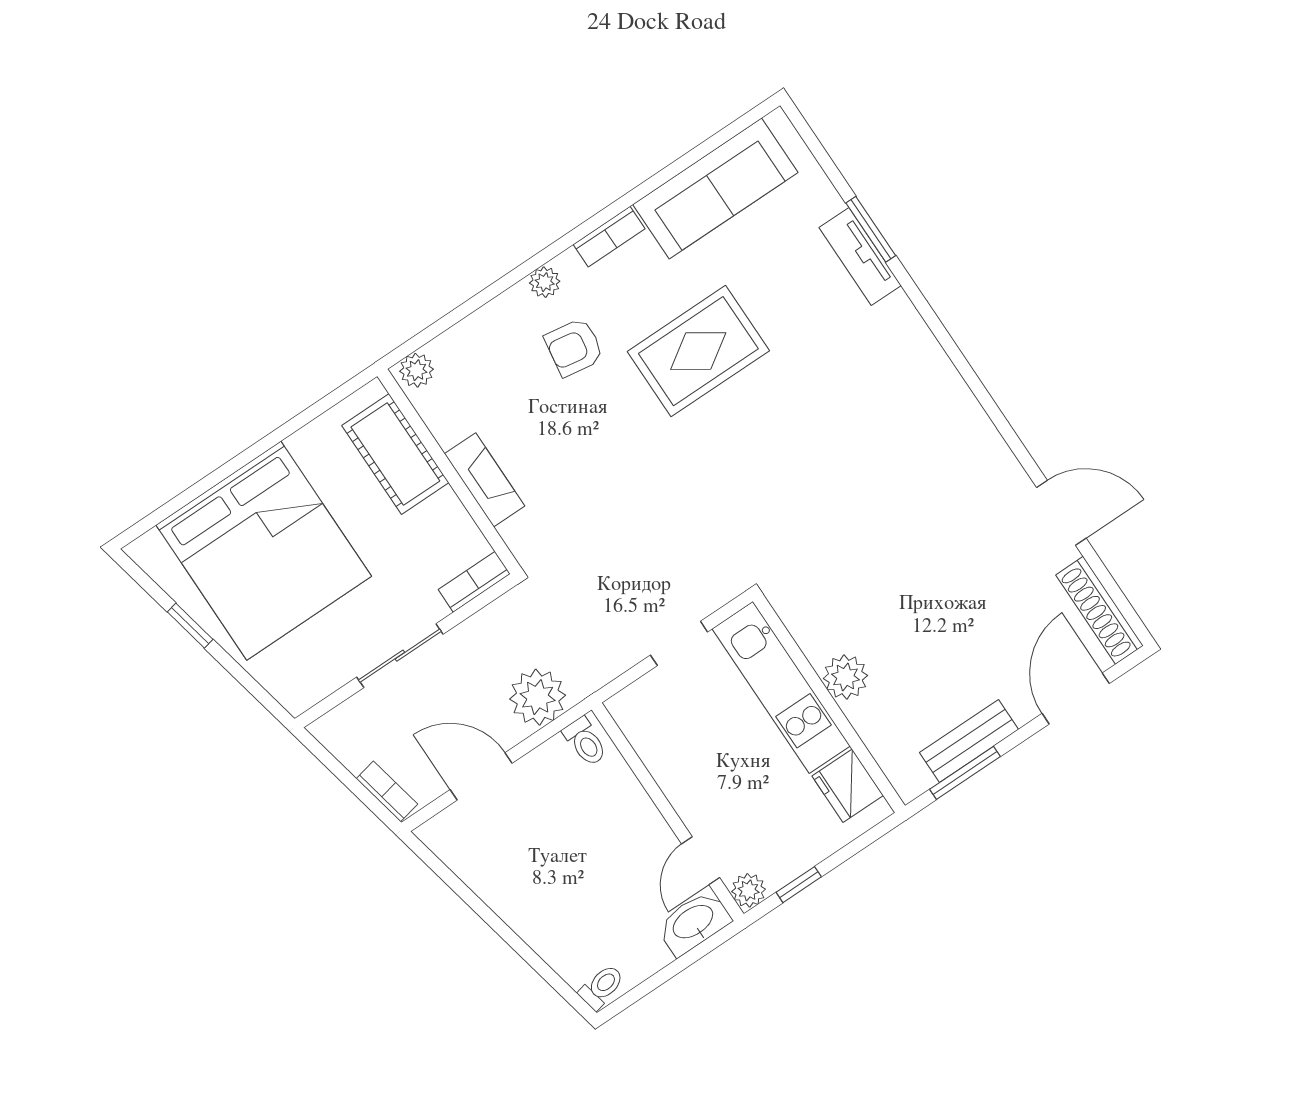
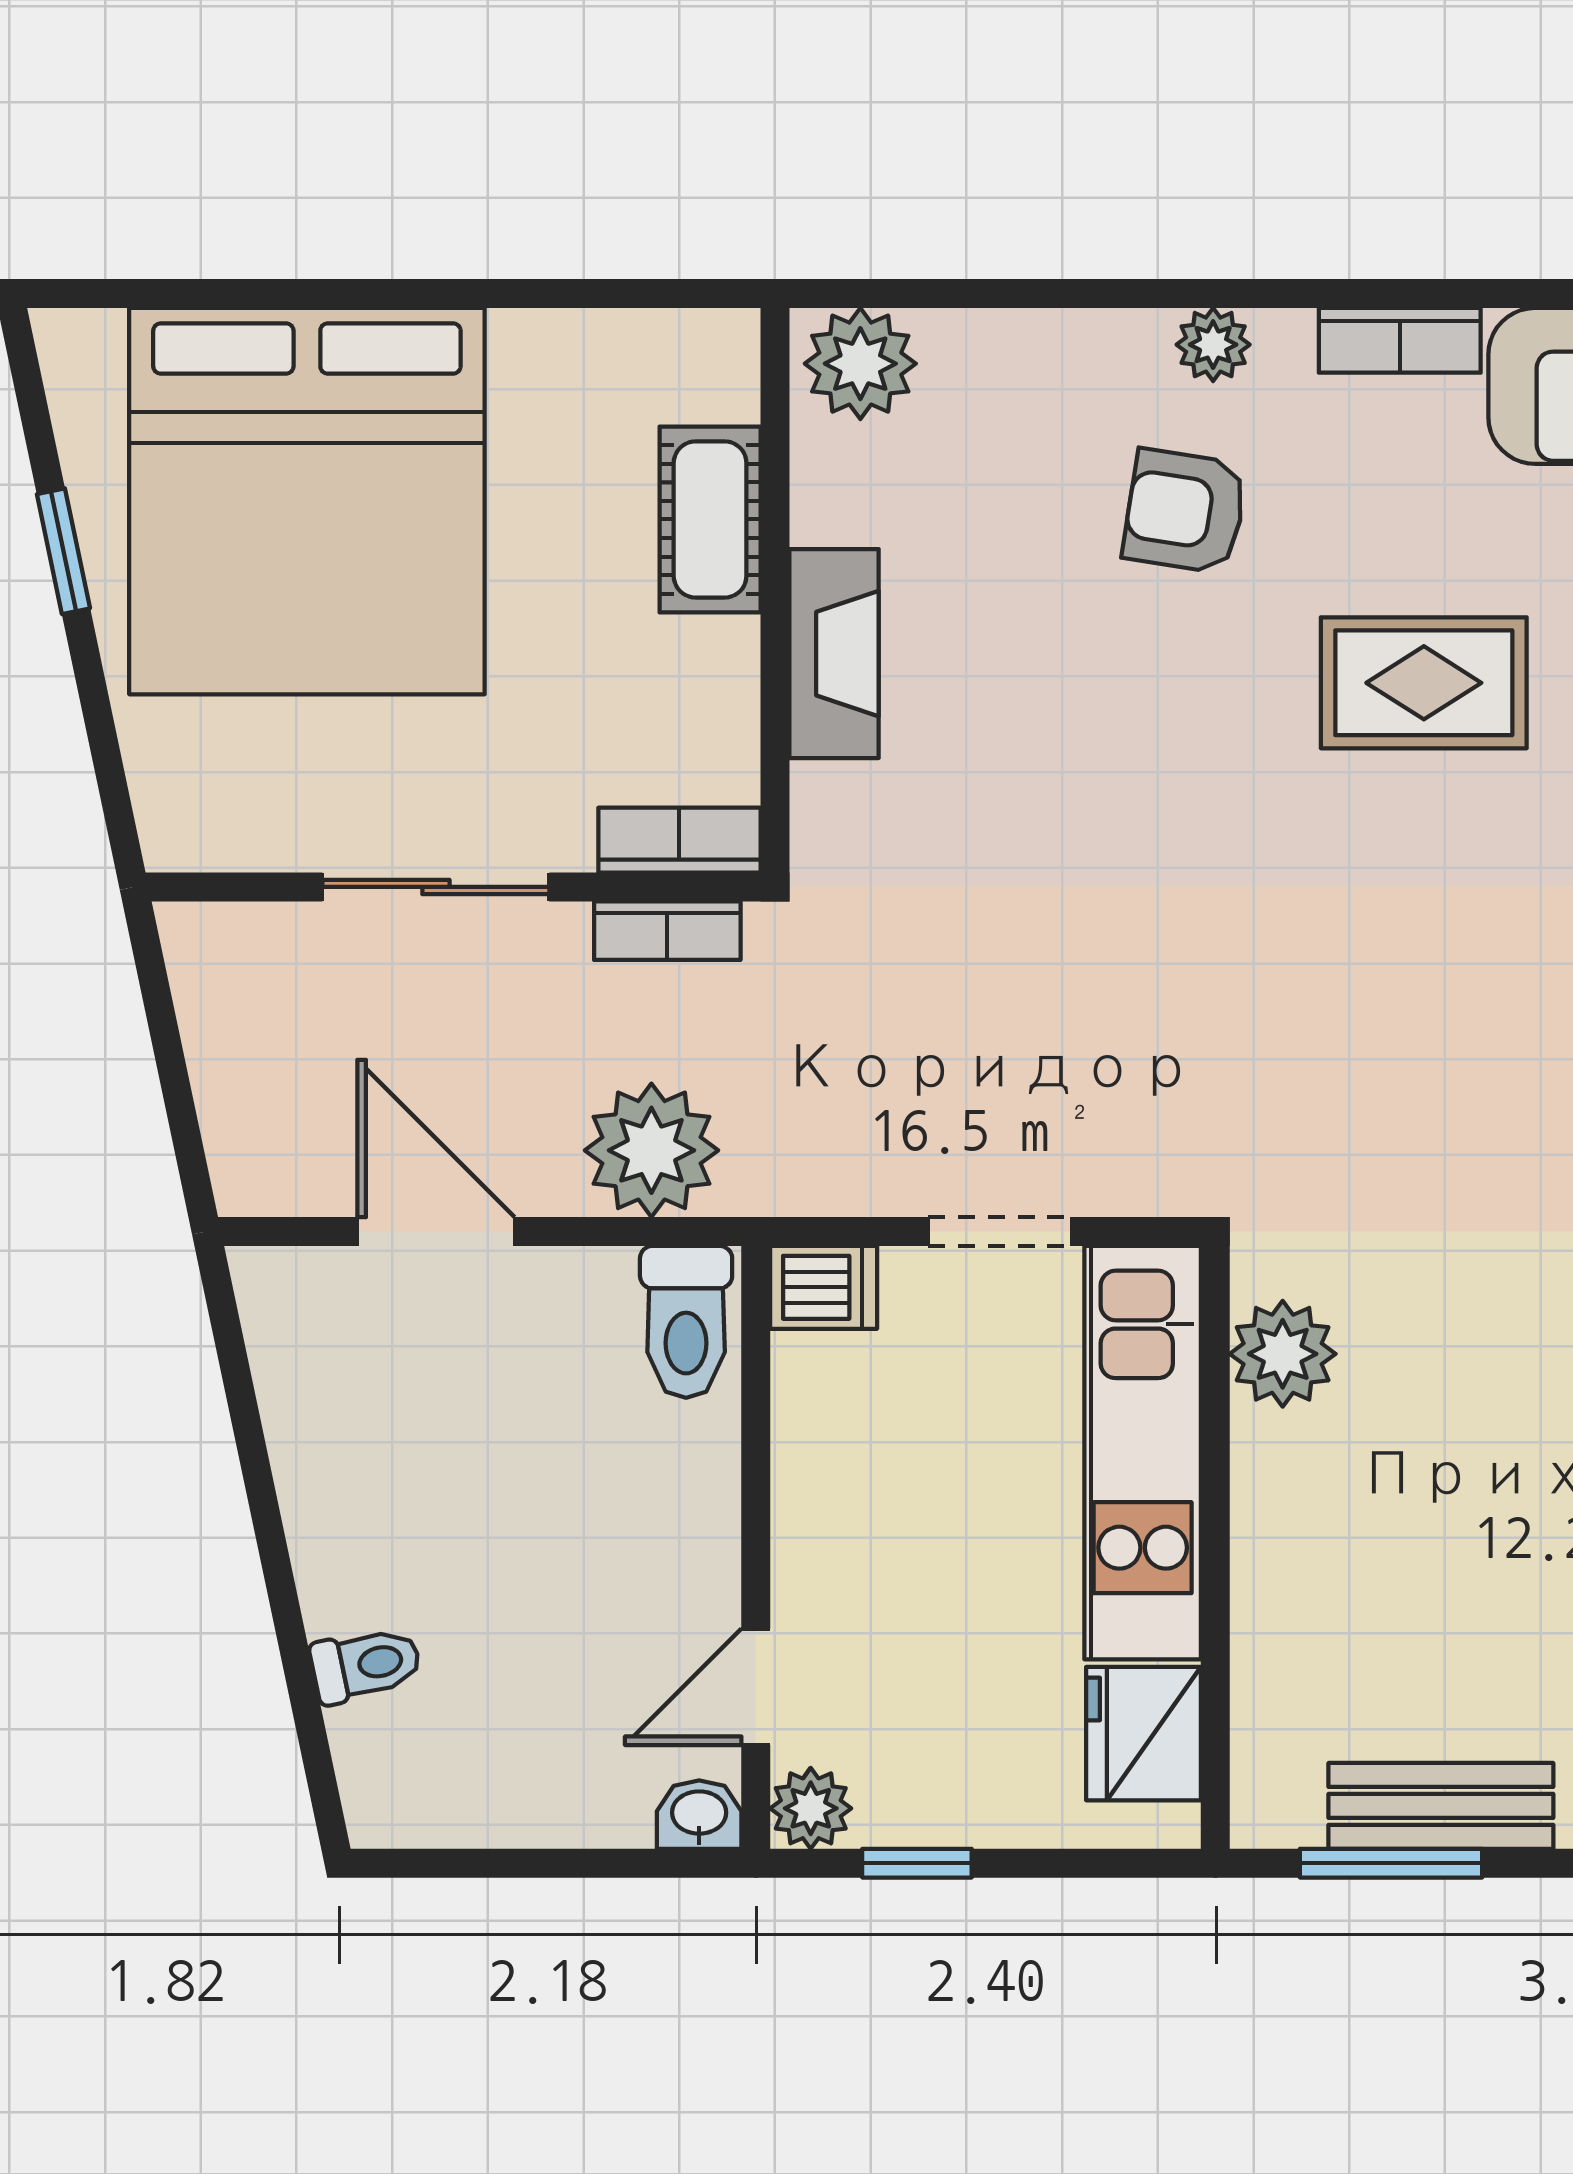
rug: (698, 351) -> (1424, 683), width x0.73, depth x0.70
plant: (417, 370) -> (860, 364), width x1.38, depth x1.38
cot: (395, 454) -> (710, 519), width x0.73, depth x0.75
plant: (845, 677) -> (1283, 1354), moved
dishwasher: (630, 705) -> (824, 1287), added
toilet: (585, 742) -> (686, 1322), width x1.37, depth x1.39
bookcase: (387, 791) -> (667, 931), moved, turned 102
washbasin: (694, 923) -> (699, 1815), width x0.52, depth x0.69
toilet: (602, 987) -> (366, 1665), moved

